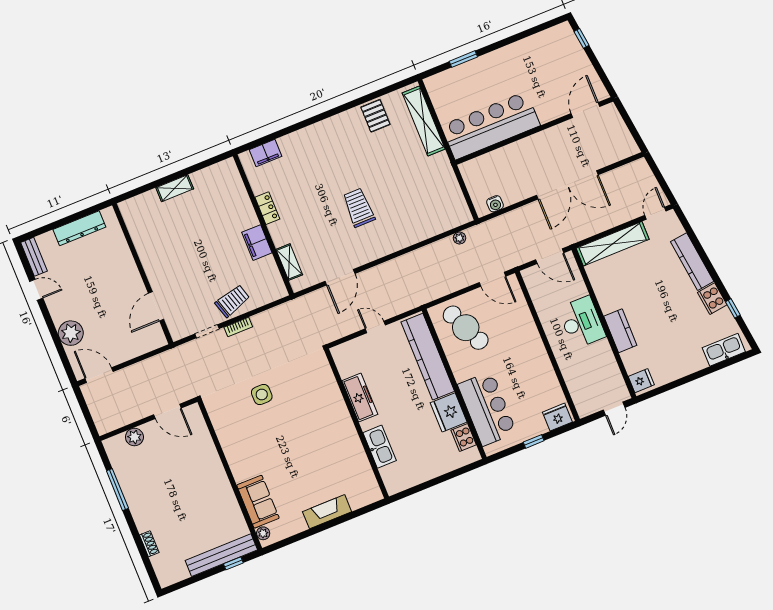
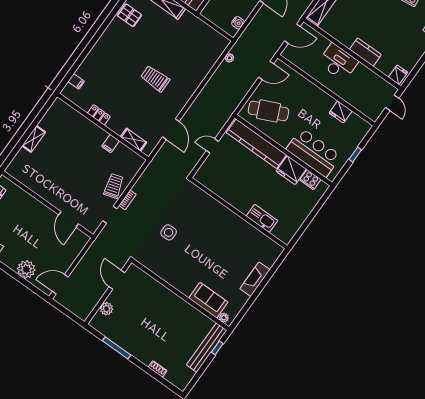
filing cabinet: (266, 153) -> (76, 81), width x0.50
filing cabinet: (257, 243) -> (110, 144), width x0.50
freezer: (360, 398) -> (230, 196), removed
door: (167, 411) -> (117, 280), swing flipped
fridge: (557, 417) -> (341, 112), moved, turned -90

